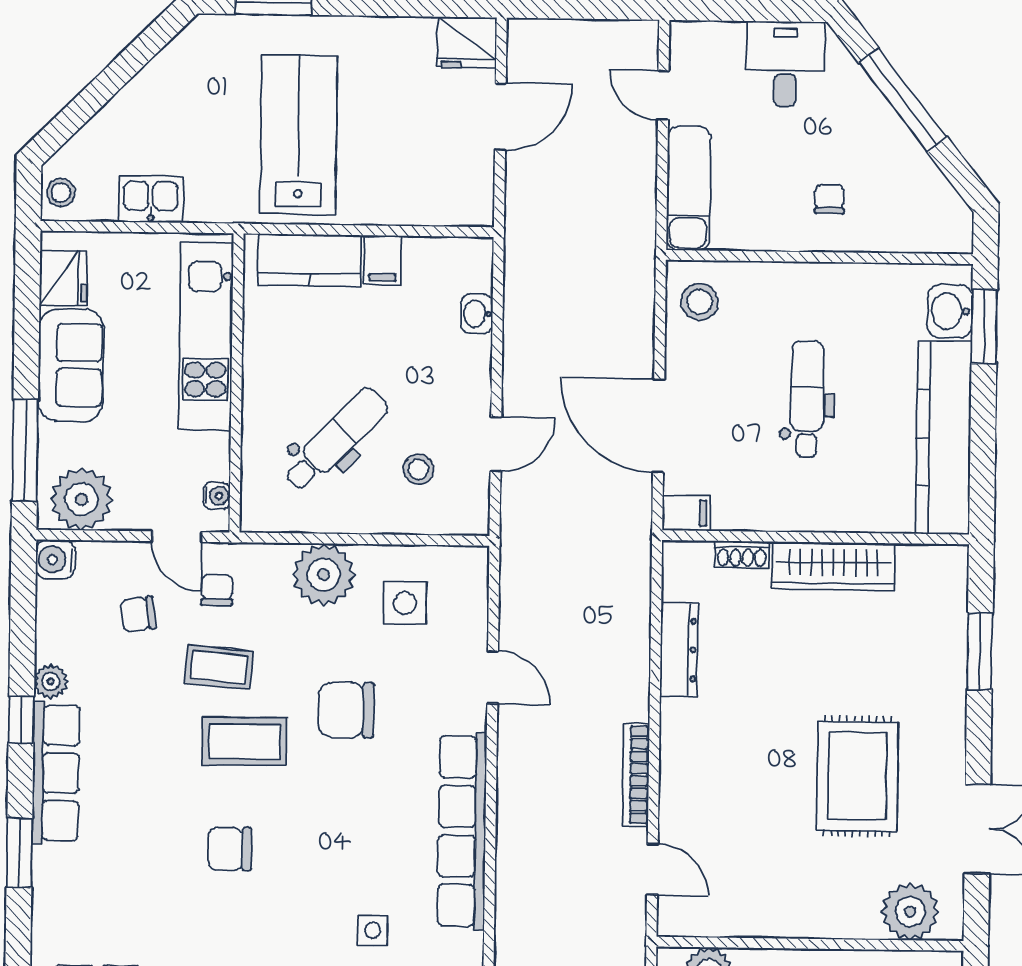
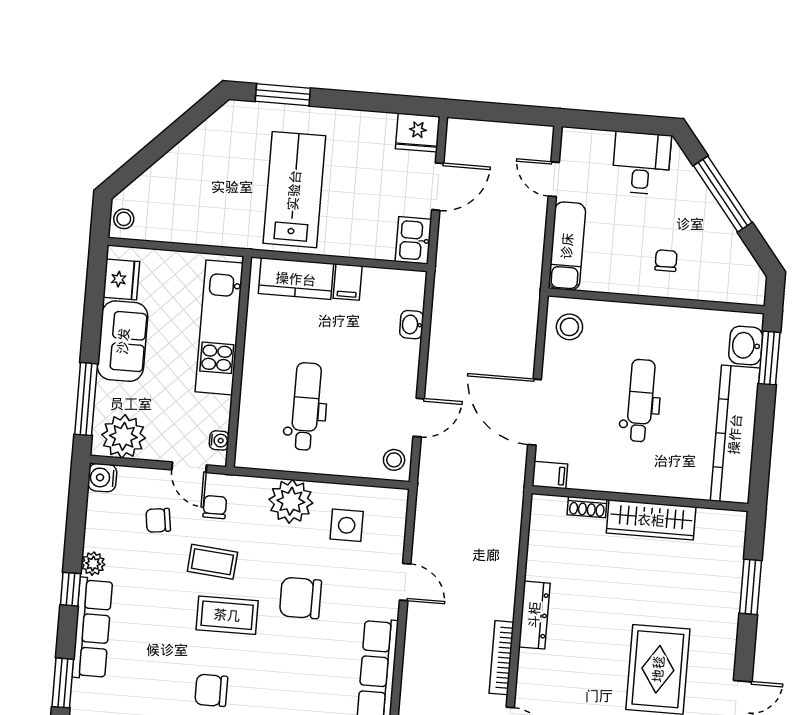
kitchen sink: (151, 199) -> (413, 240), moved, turned -90
dental chair: (336, 439) -> (306, 406), turned -44
stool: (419, 469) -> (394, 460), moved
dresser: (679, 650) -> (534, 615), moved

